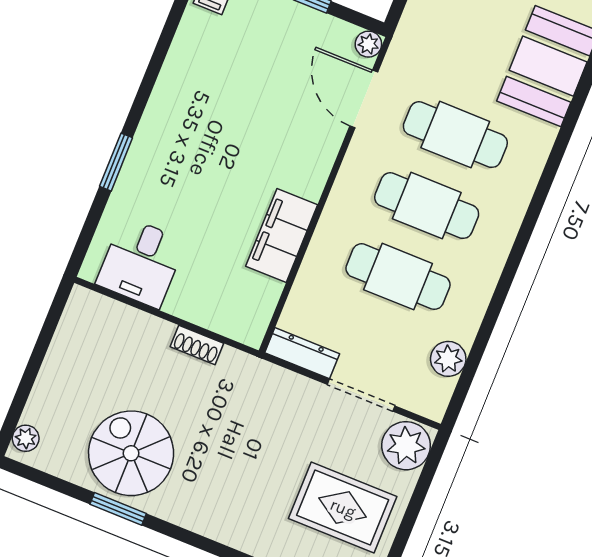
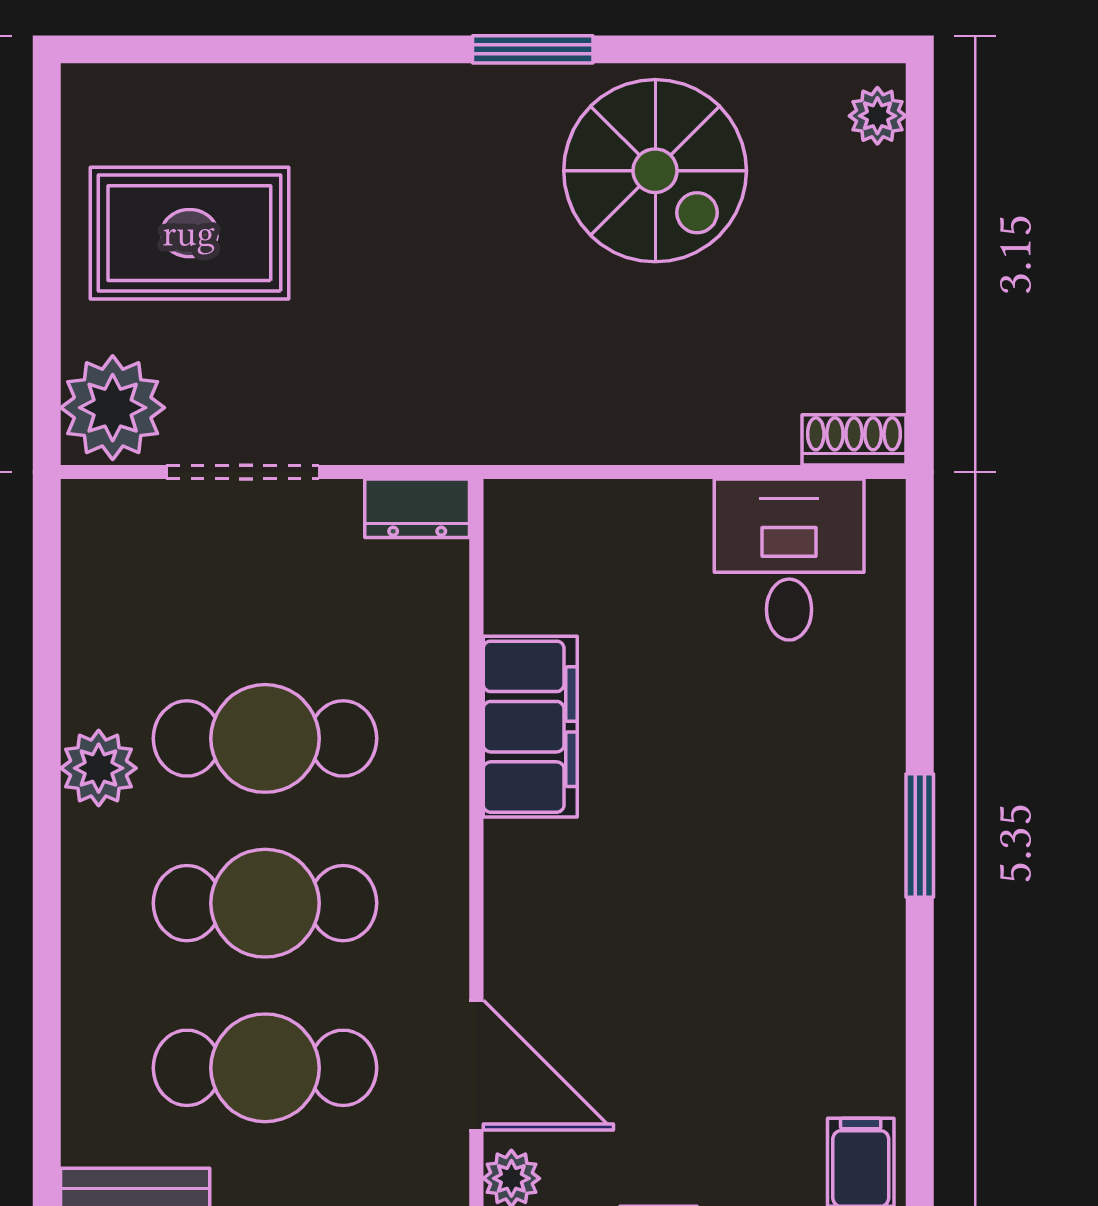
window: (116, 162) -> (920, 836), moved
shoe rack: (197, 345) -> (854, 440), moved
dresser: (302, 353) -> (417, 508), width x0.70
plant: (448, 359) -> (99, 768), moved
window: (118, 509) -> (533, 49), moved

